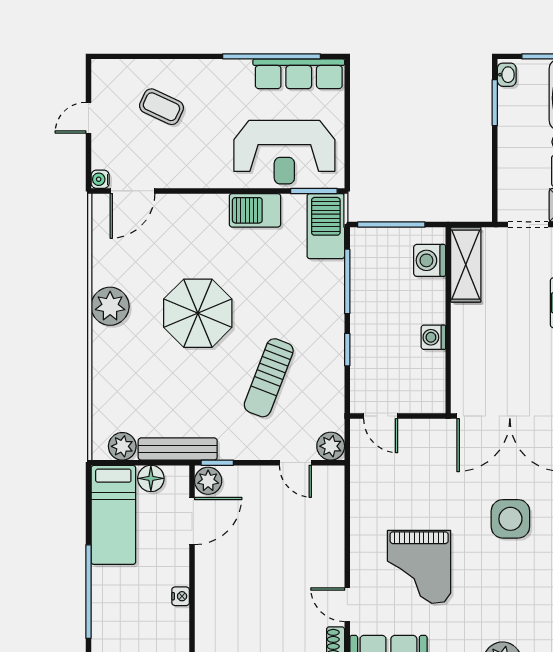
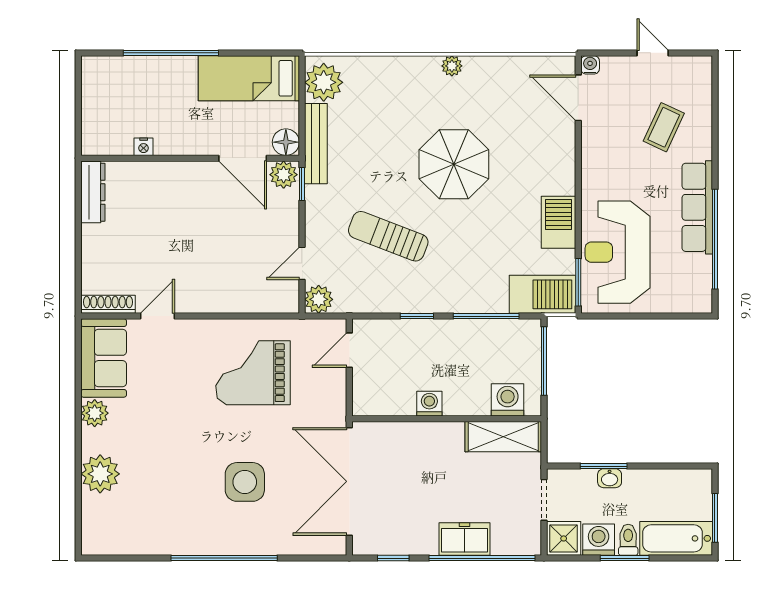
row of seats: (299, 74) -> (697, 207), moved
washbasin: (507, 75) -> (610, 478), moved
window: (495, 103) -> (604, 466), moved
plant: (110, 306) -> (452, 66), width x0.53, depth x0.53
plant: (122, 446) -> (324, 82), width x1.36, depth x1.36
floor lamp: (151, 478) -> (286, 142), moved
grand piano: (419, 567) -> (253, 373), moved
nightstand: (181, 596) -> (144, 147), moved

